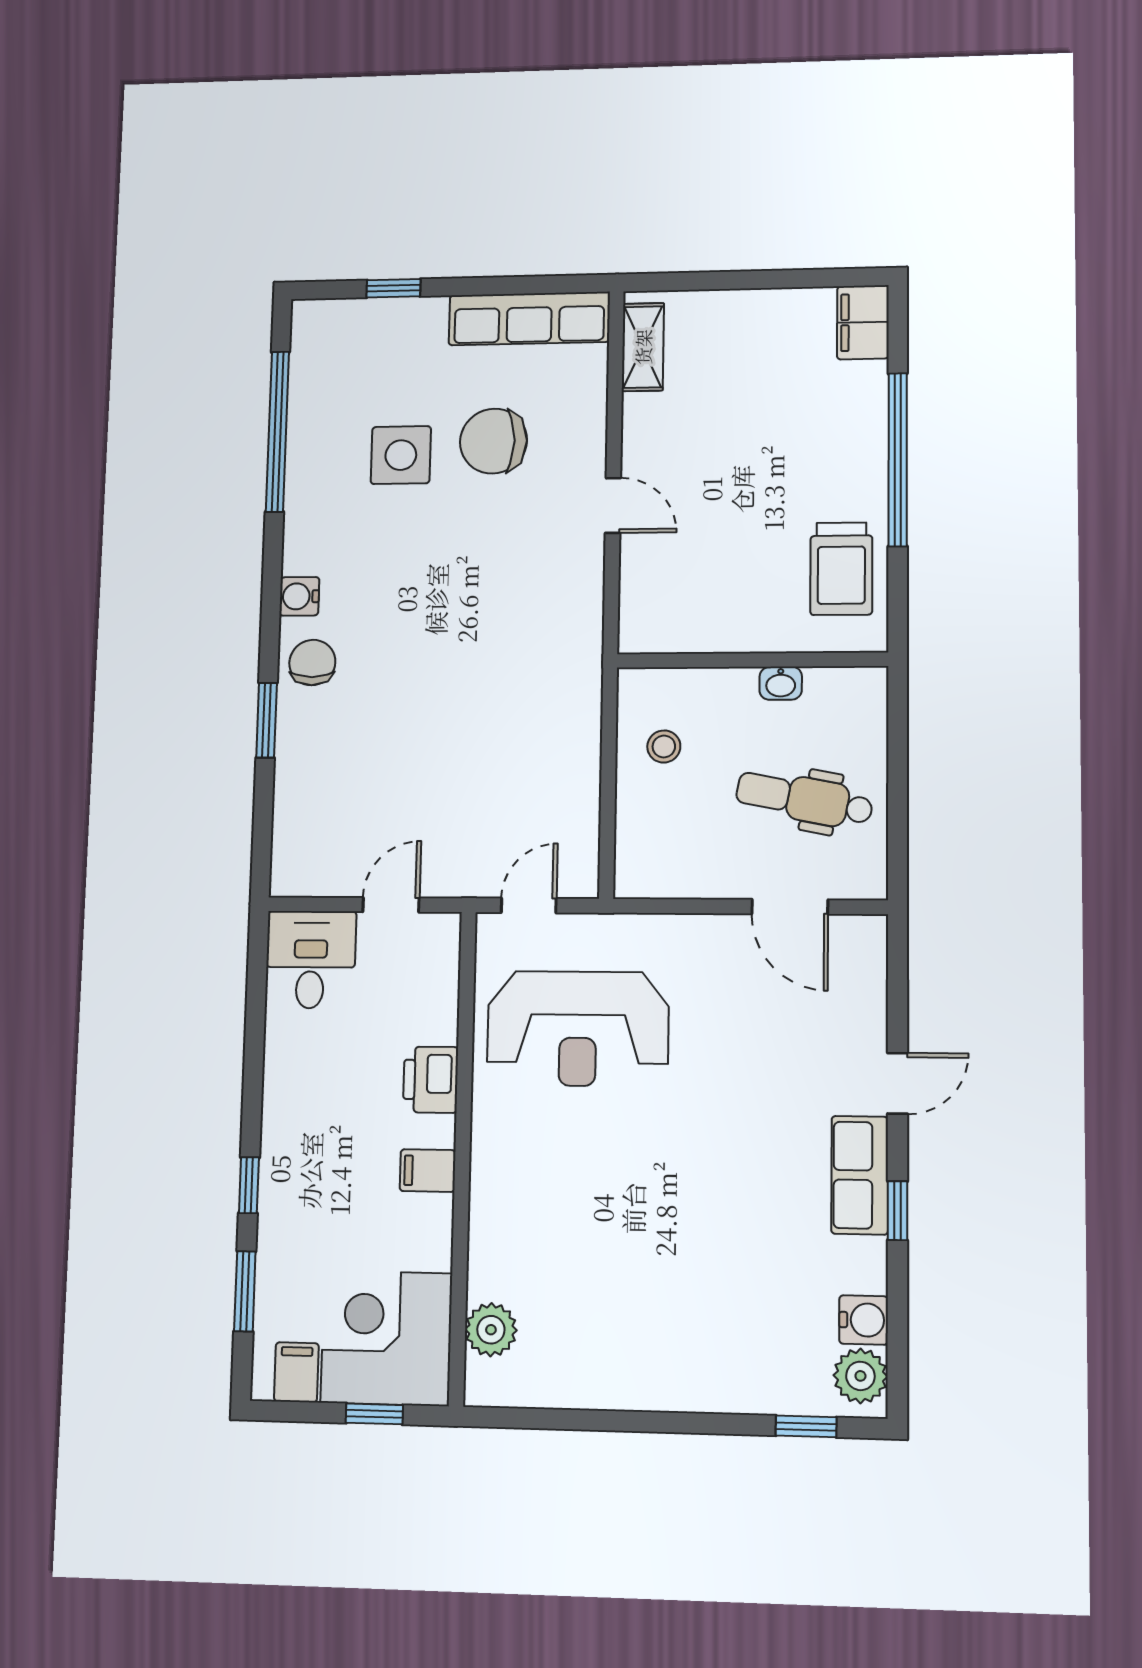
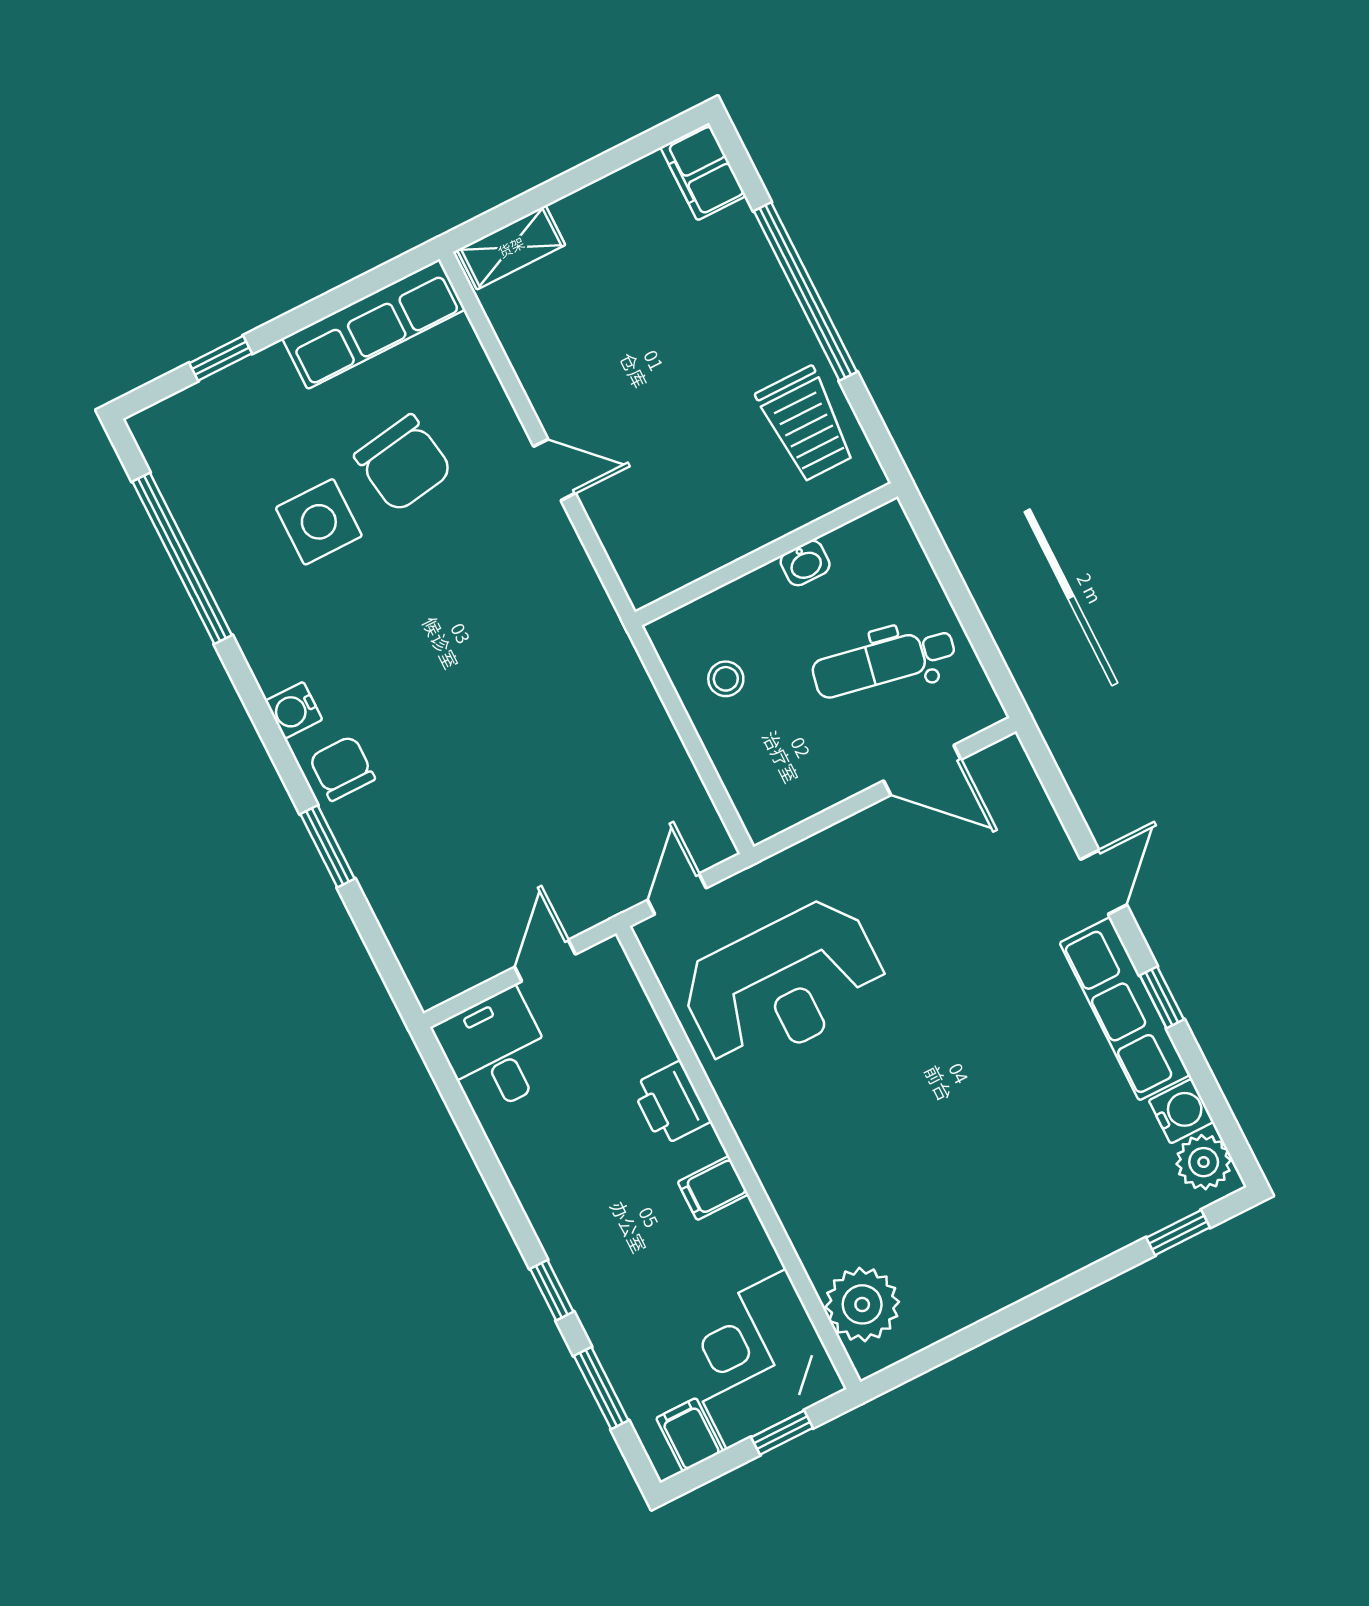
shelving: (643, 347) -> (511, 247), moved, turned 90
chair: (493, 441) -> (403, 463), turned -99
row of seats: (860, 1175) -> (1125, 1009), width x1.48
plant: (491, 1330) -> (862, 1304), width x1.36, depth x1.36

